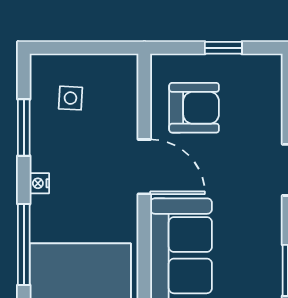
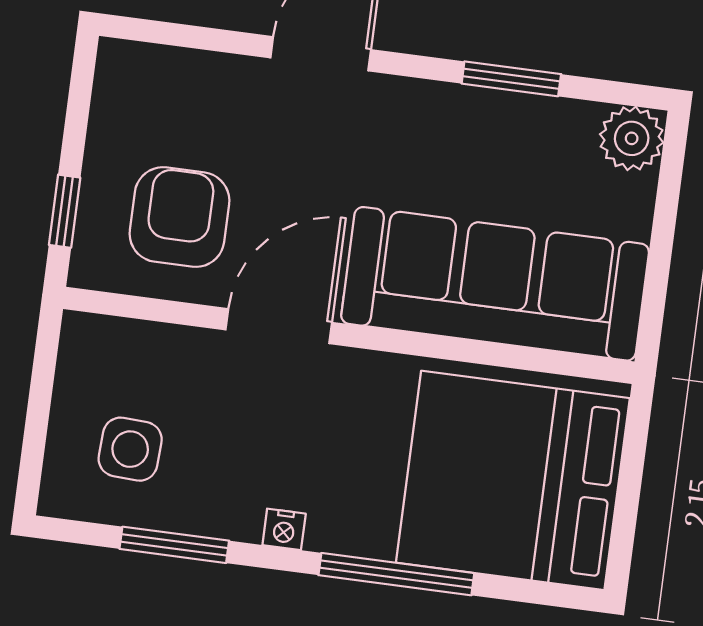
window: (223, 48) -> (65, 211), moved
side table: (70, 98) -> (130, 449), width x1.37, depth x1.37

